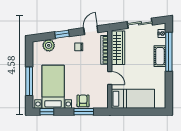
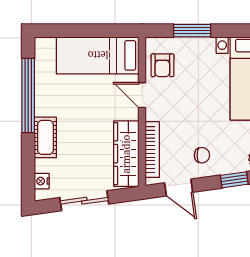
door: (91, 30) -> (179, 188), hinge flipped
window: (169, 52) -> (28, 96), moved
armchair: (83, 101) -> (162, 65), moved

